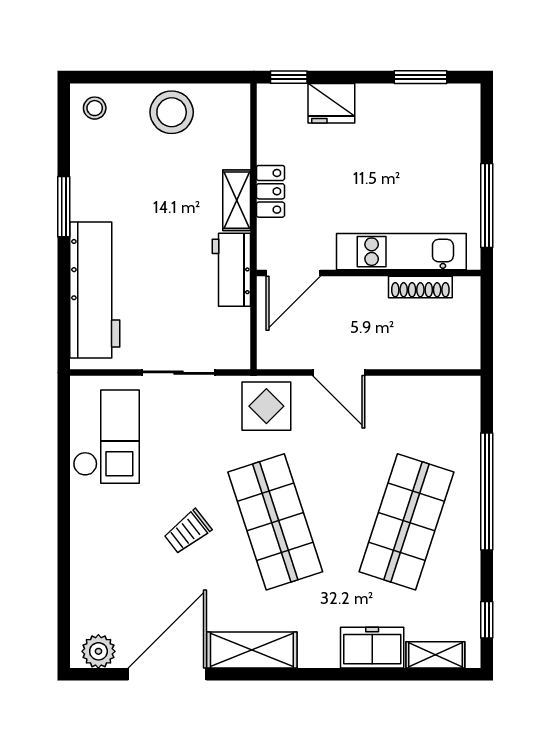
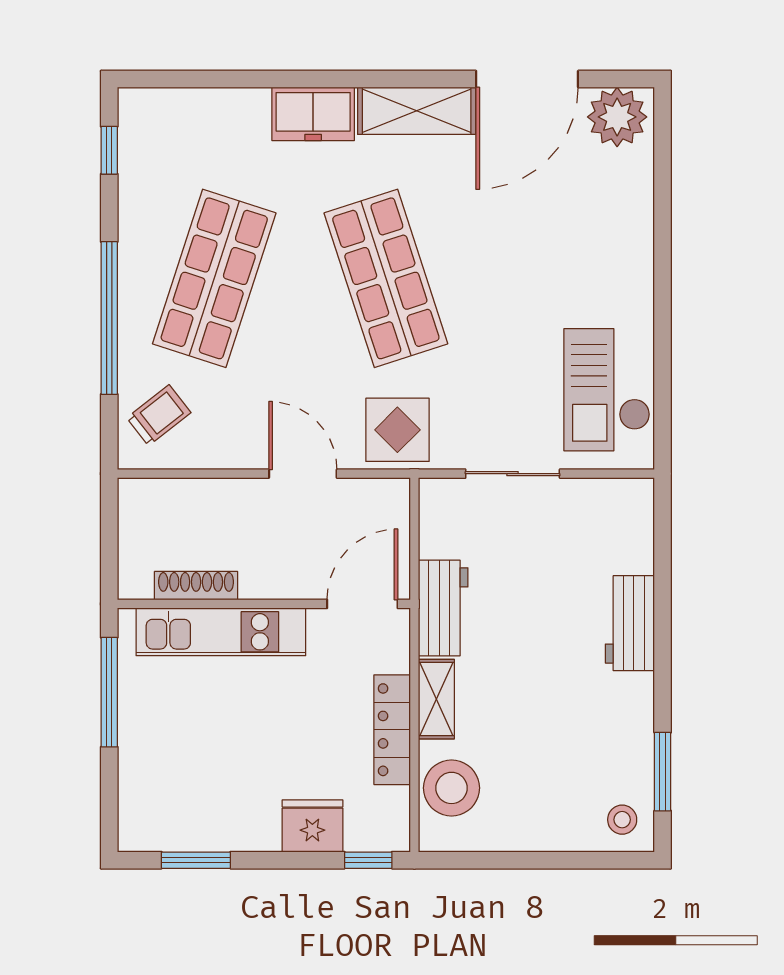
stool: (172, 112) -> (451, 788), moved
locker: (270, 191) -> (392, 730), width x1.53
window: (64, 207) -> (663, 772), moved
workbench: (95, 290) -> (630, 623), width x0.53, depth x0.76
trolley: (188, 532) -> (159, 415), moved
freezer: (372, 648) -> (313, 114), moved
plant: (98, 651) -> (617, 117), width x1.36, depth x1.36
shelving: (435, 655) -> (176, 104), removed

